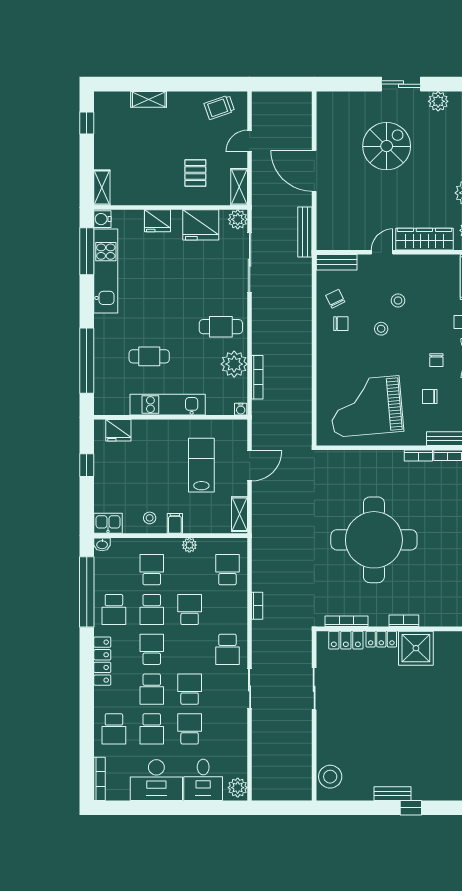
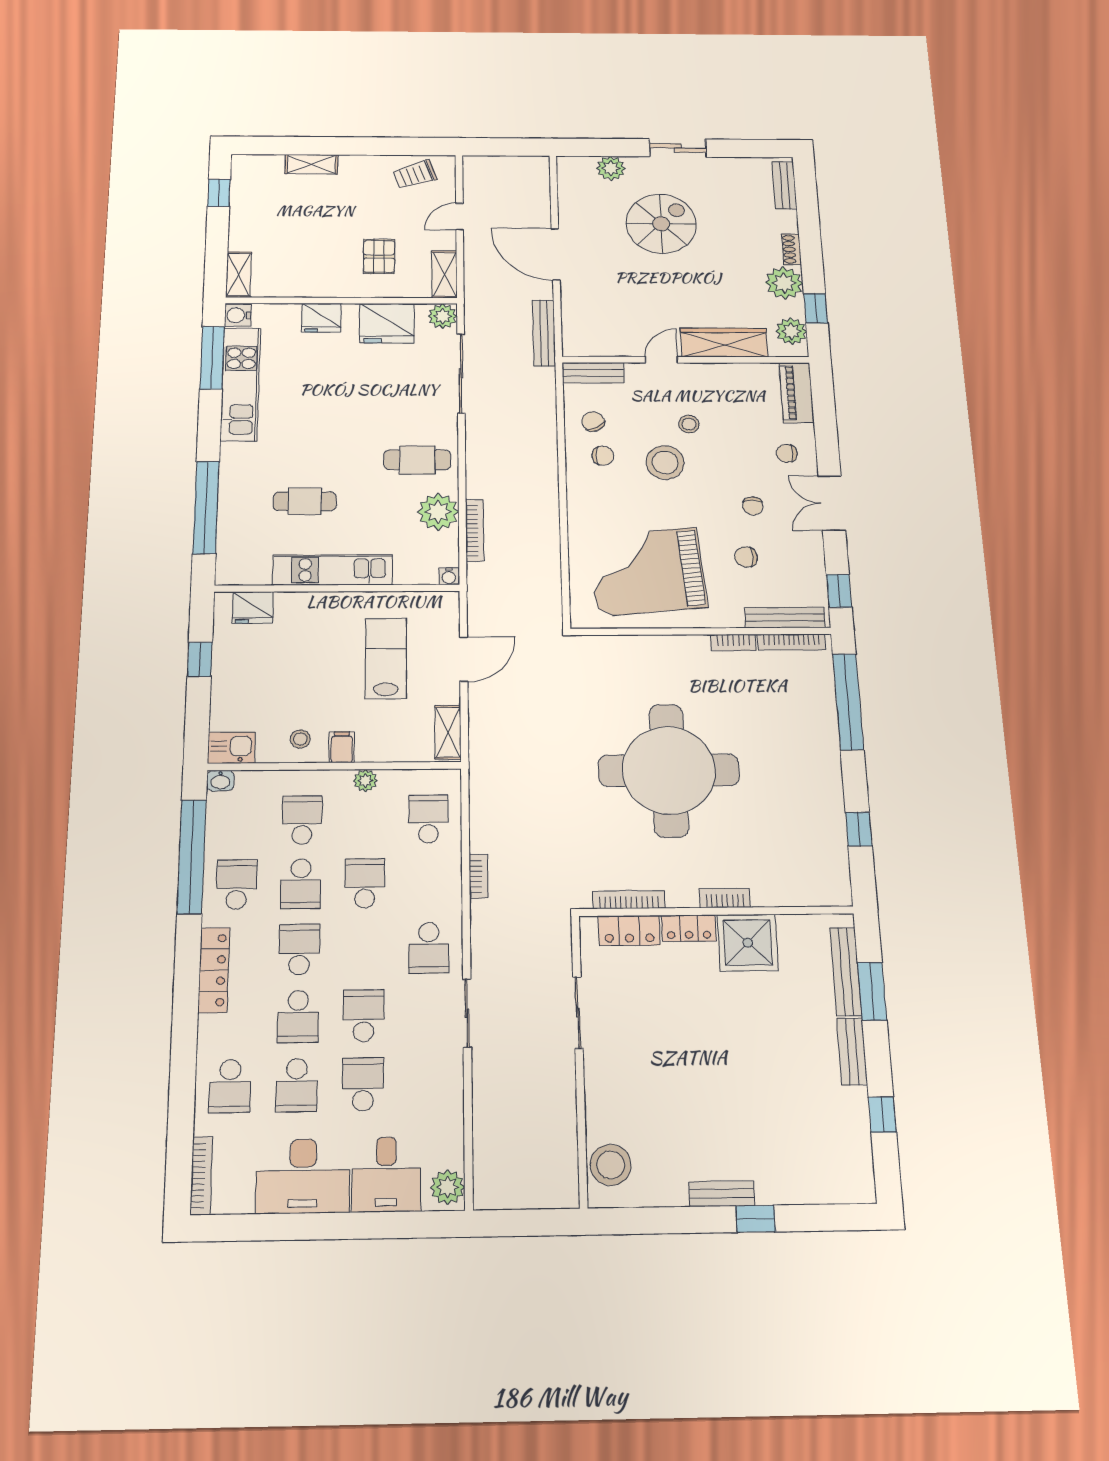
plant: (438, 101) -> (611, 168), moved
stool: (381, 329) -> (665, 462), width x1.89, depth x1.89
school desk: (114, 609) -> (237, 885), turned 180

